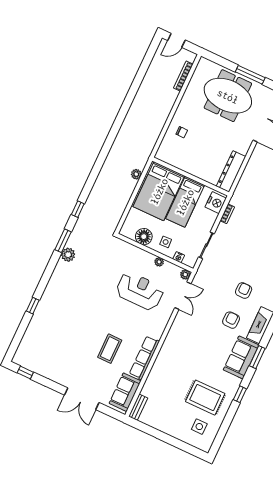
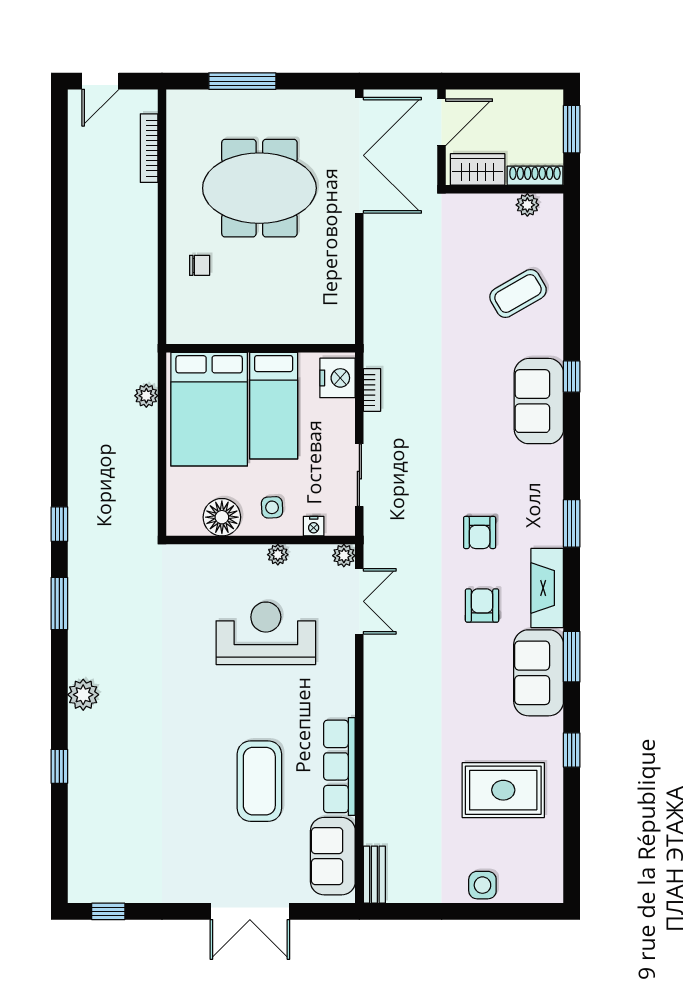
window: (250, 75) -> (242, 81), moved
meeting table: (228, 96) -> (259, 188), moved
dresser: (231, 171) -> (339, 299), removed
plant: (68, 255) -> (83, 695), moved
armchair: (244, 291) -> (480, 532), turned 180
coffee table: (110, 349) -> (259, 781), width x1.36, depth x1.32
side table: (199, 427) -> (482, 885), moved

